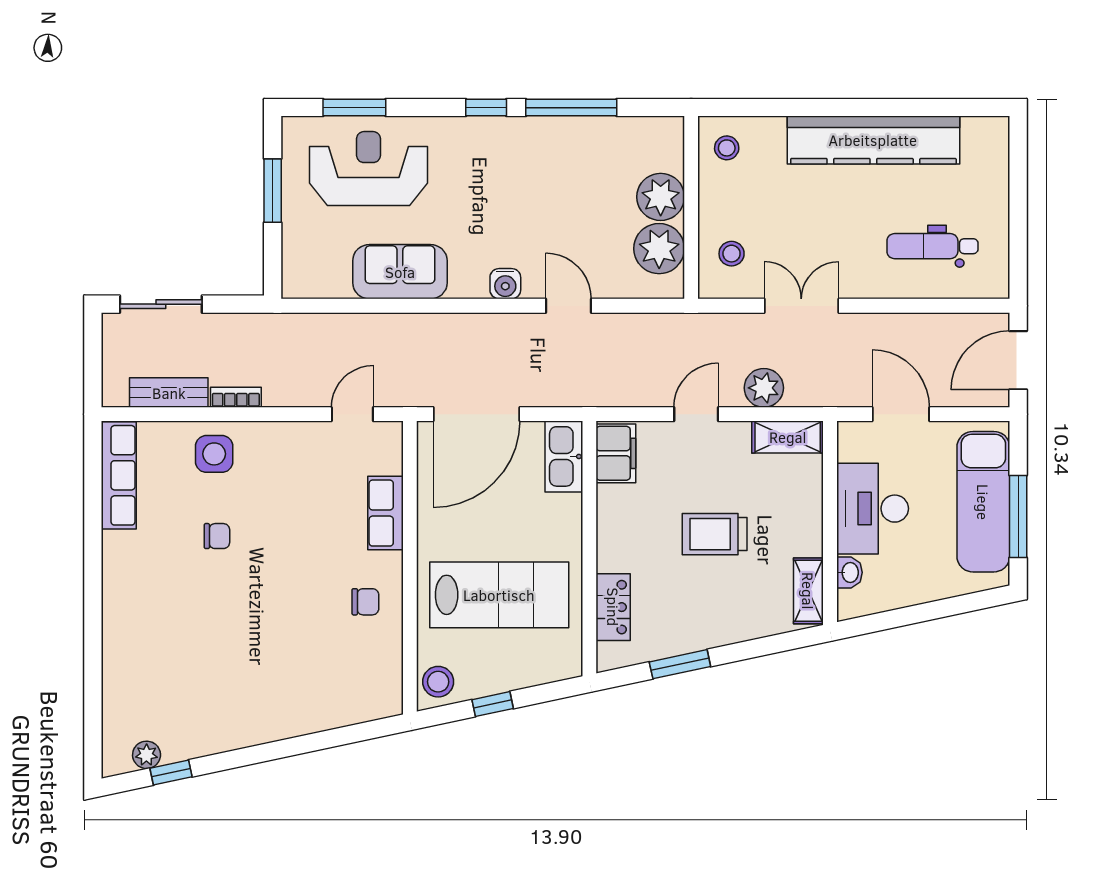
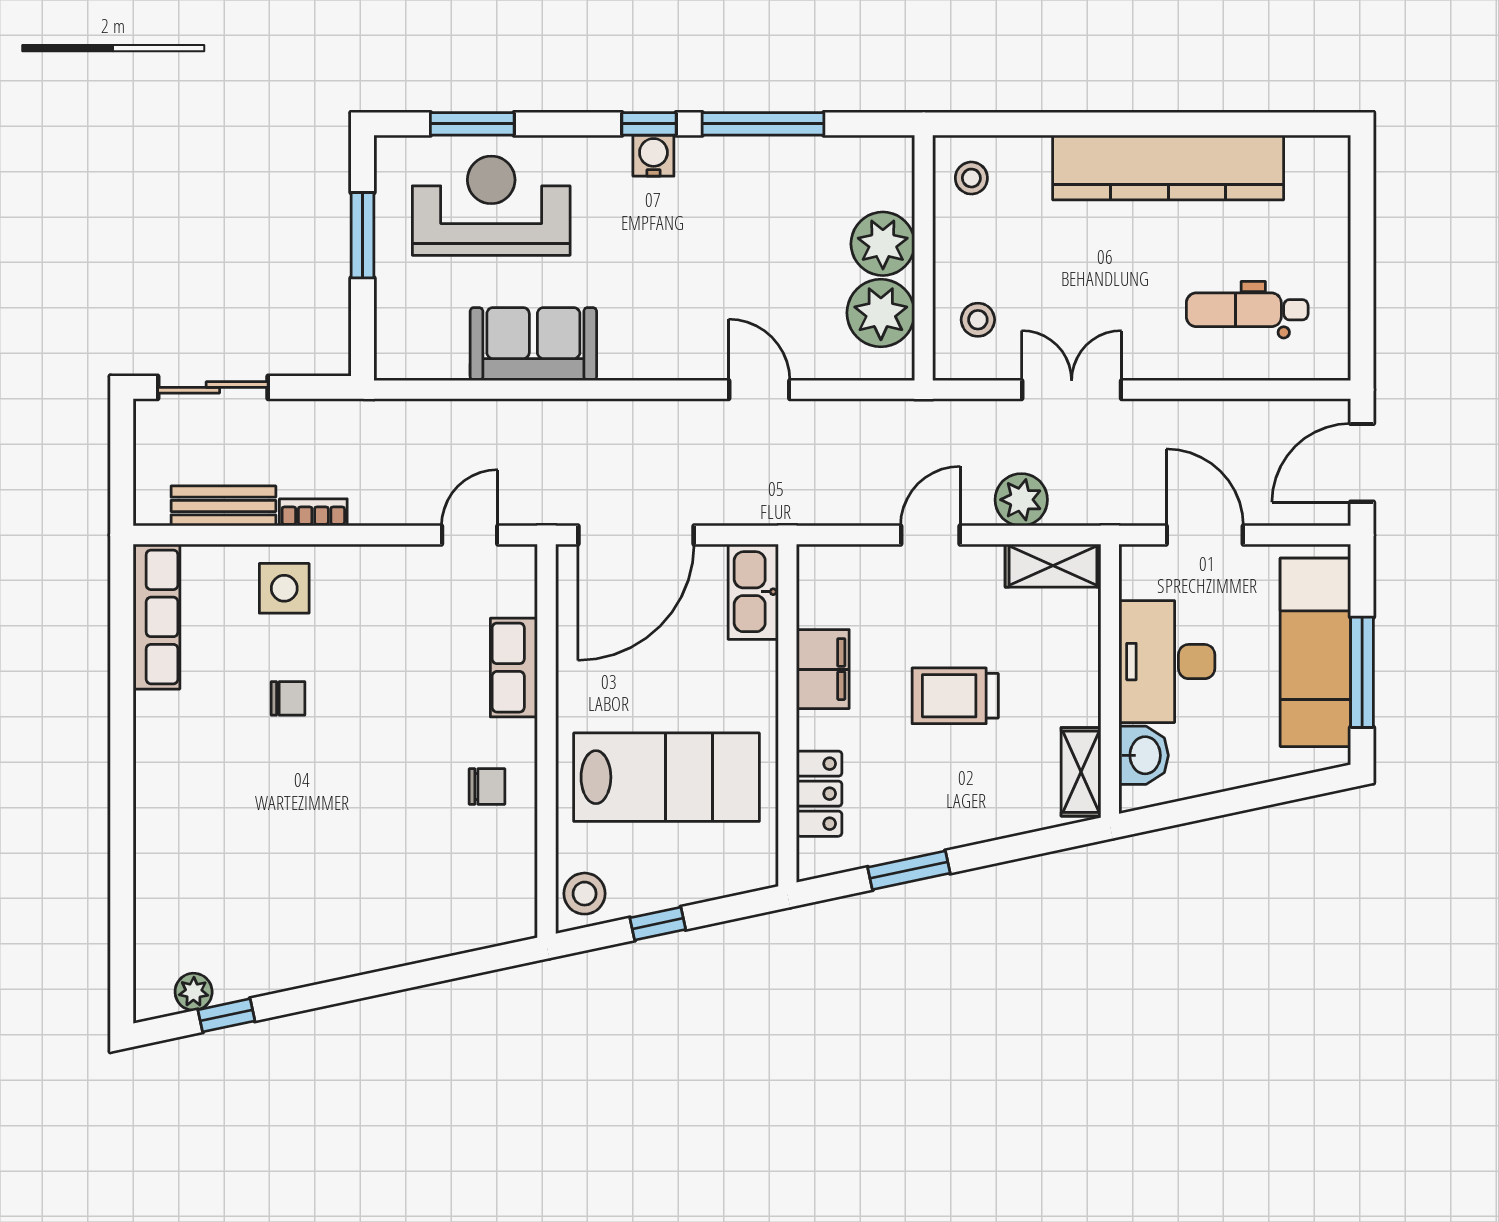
water cooler: (505, 284) -> (653, 156), moved, turned 180
filing cabinet: (616, 453) -> (823, 669), moved
washbasin: (849, 572) -> (1144, 755), width x1.38, depth x1.45

